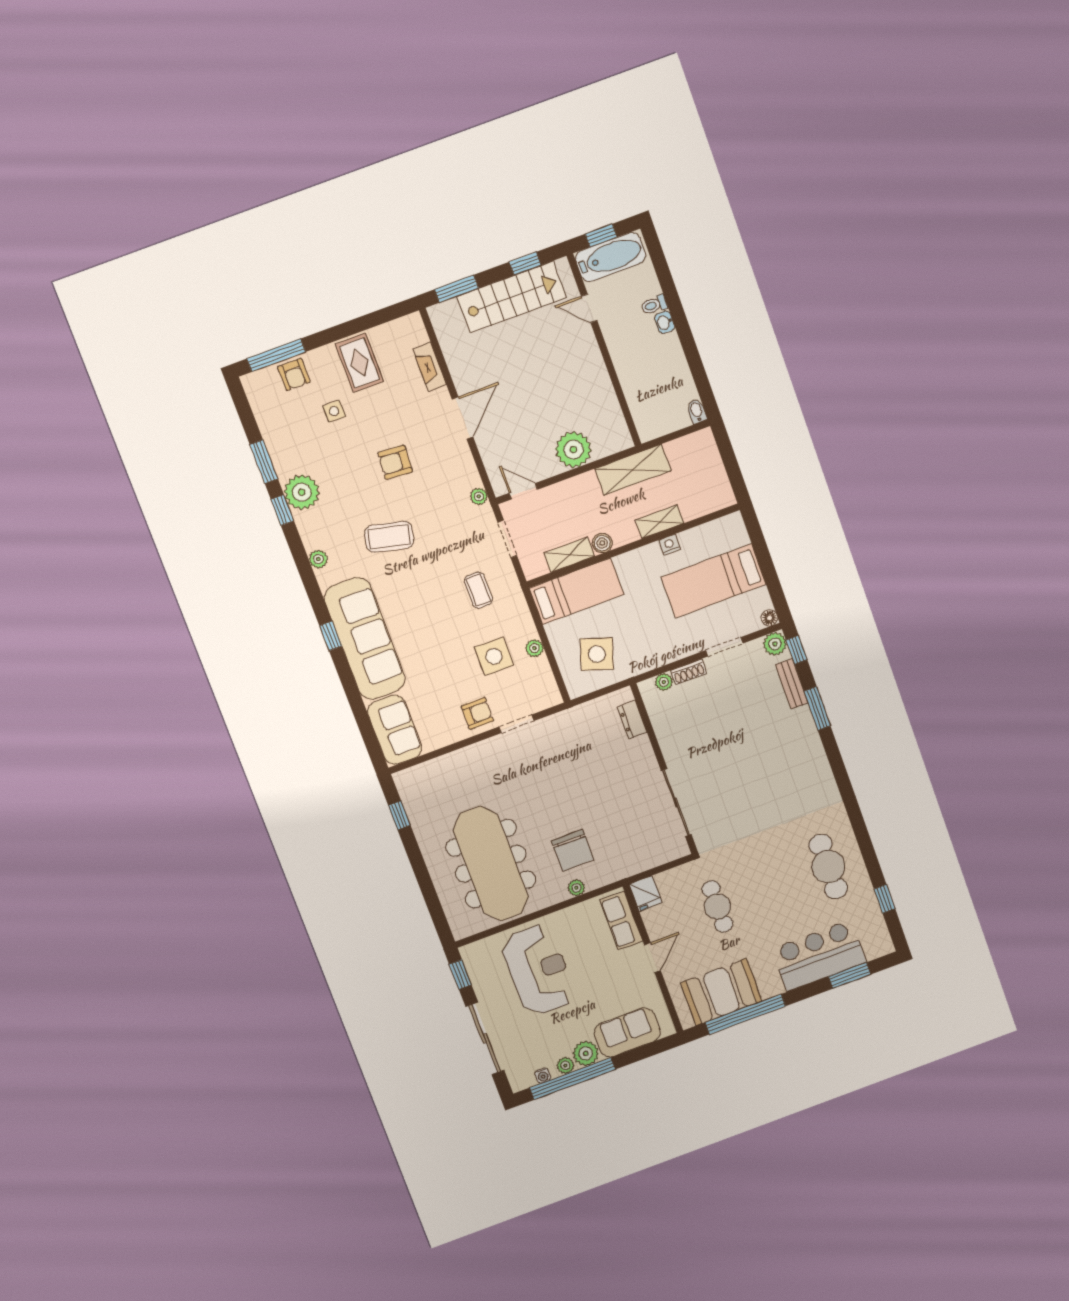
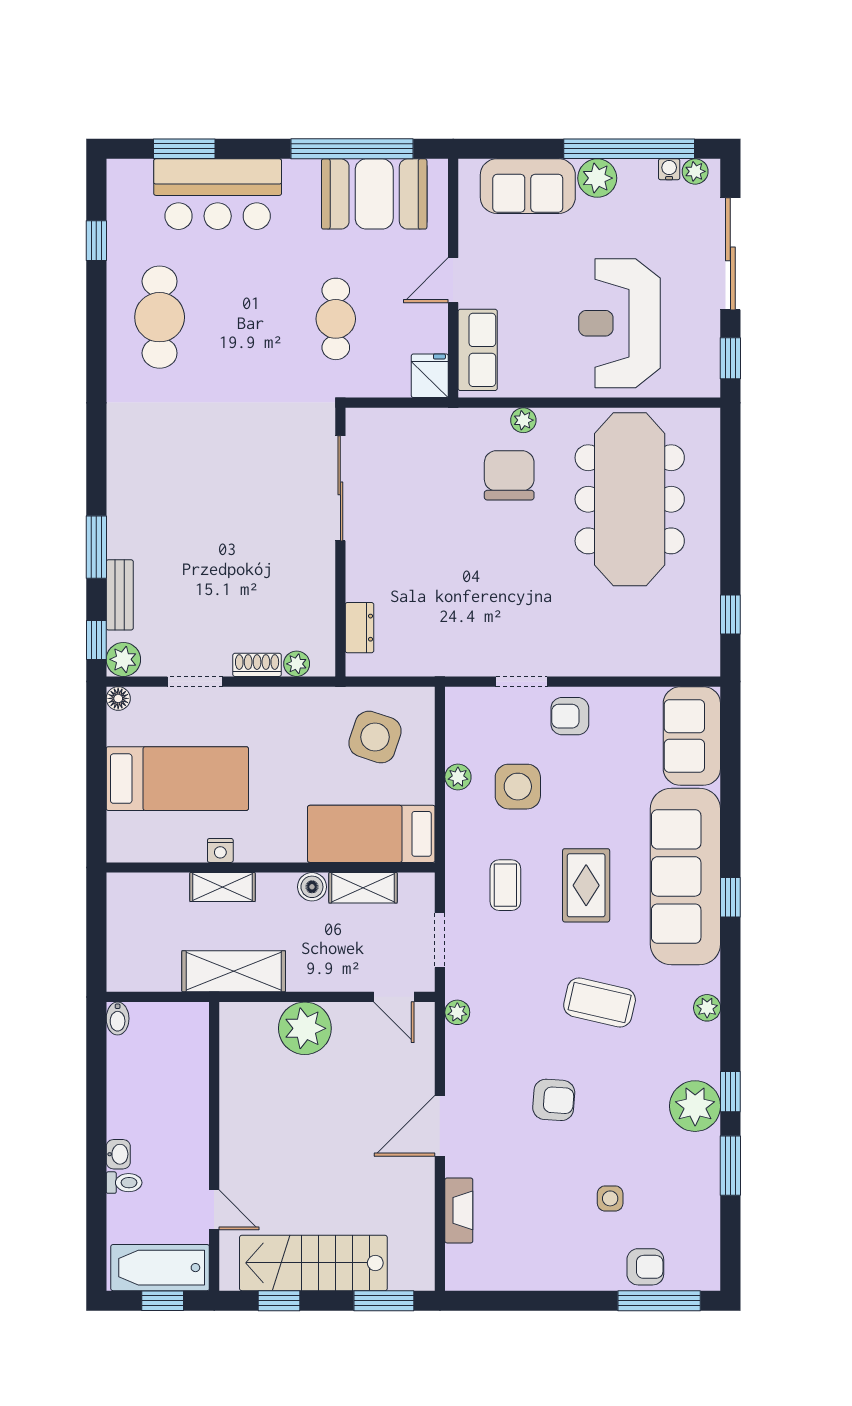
rug: (359, 363) -> (586, 885), moved
armchair: (294, 374) -> (645, 1267), turned 90
plant: (565, 1066) -> (695, 171), moved

